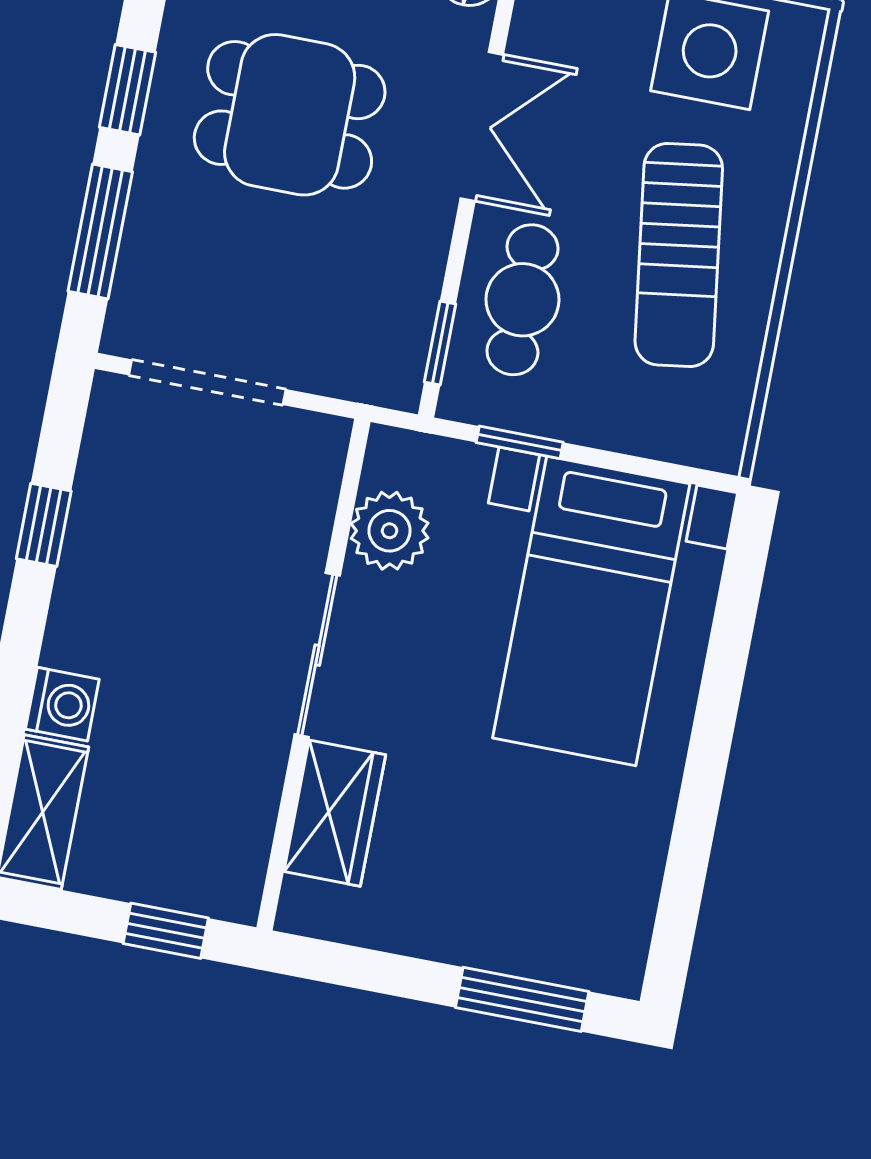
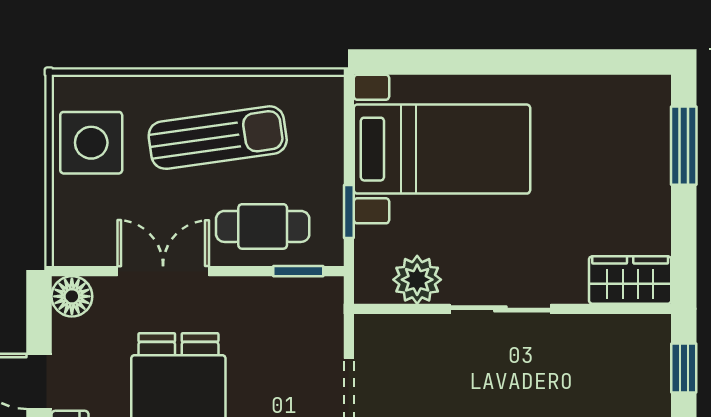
wardrobe: (335, 813) -> (630, 280), moved

